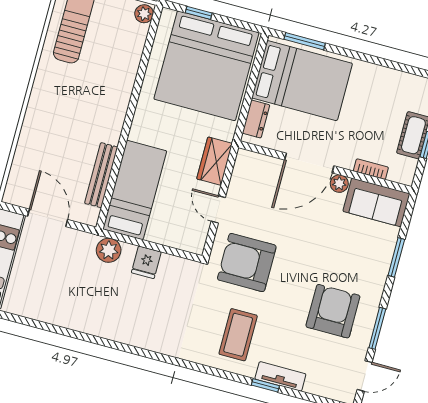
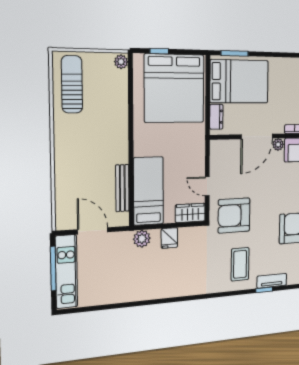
wardrobe: (215, 161) -> (190, 213), moved, turned 90

